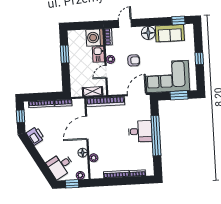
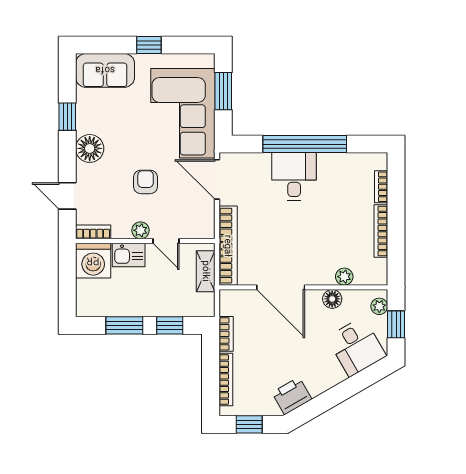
window: (178, 21) -> (67, 117), moved
sofa: (170, 33) -> (105, 70), moved, turned 90
window: (66, 76) -> (170, 325), added

